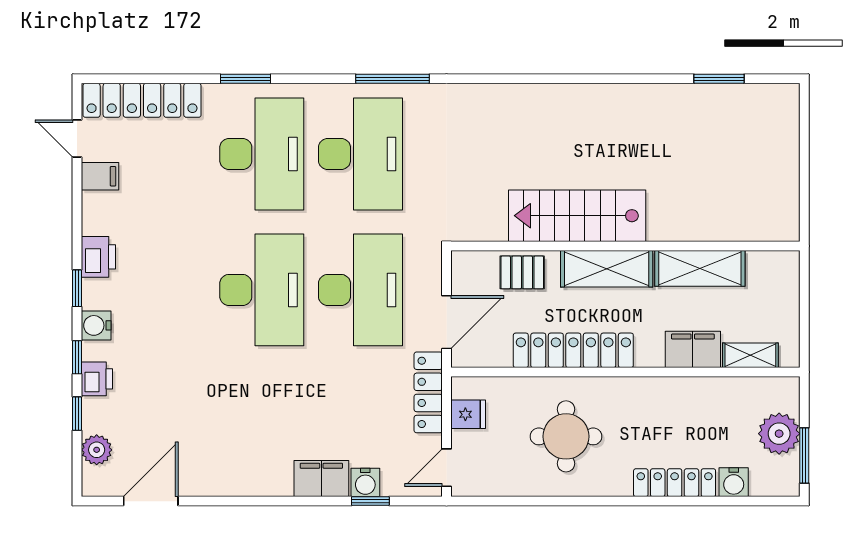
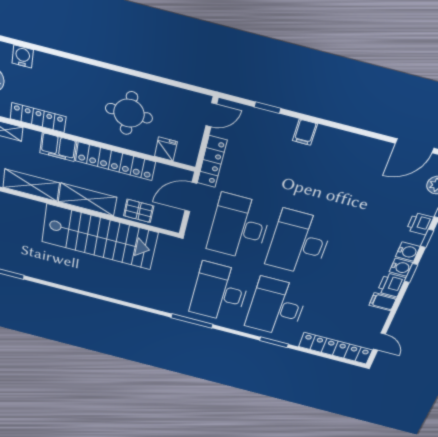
filing cabinet: (100, 176) -> (383, 302), moved
stairs: (577, 216) -> (99, 237), width x1.36, depth x1.51
filing cabinet: (693, 349) -> (58, 147), moved
fridge: (468, 414) -> (166, 149), moved, turned 90
filing cabinet: (321, 478) -> (305, 132), width x0.50
water cooler: (365, 482) -> (401, 267), moved, turned 90
locker: (675, 483) -> (38, 118), moved, turned 180

